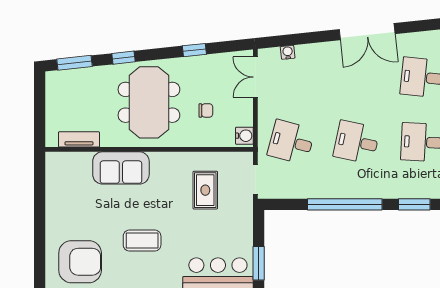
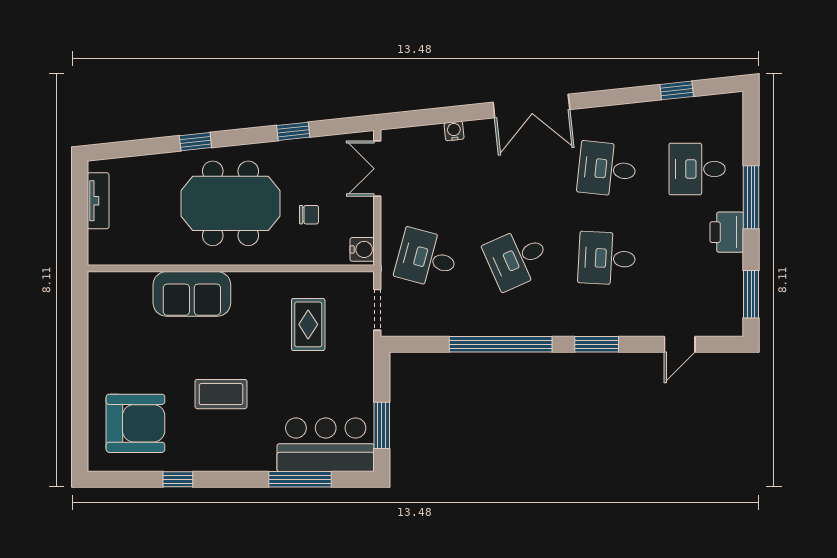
water cooler: (288, 52) -> (454, 131), moved
window: (75, 63) -> (128, 149), removed
meeting table: (149, 102) -> (230, 203), turned 90
tv unit: (79, 139) -> (98, 201), moved, turned 90
desk: (356, 142) -> (517, 258), turned -36

